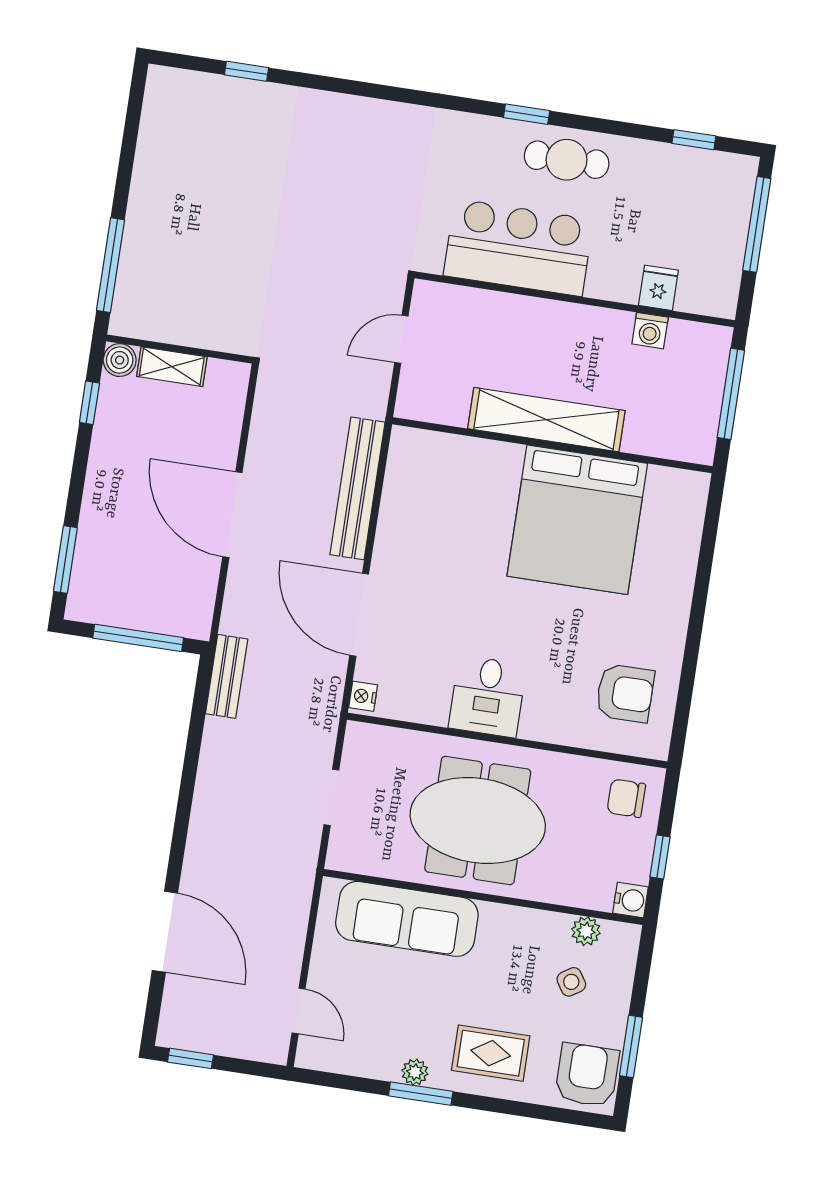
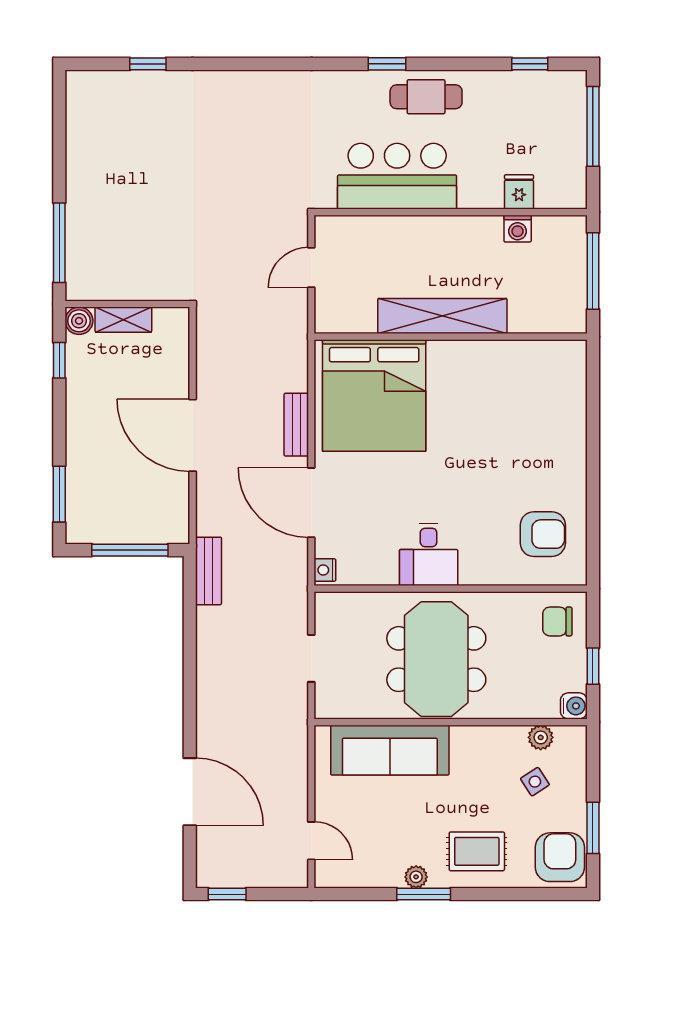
bench: (357, 488) -> (296, 425), width x0.54, depth x0.82
bed: (577, 520) -> (374, 396), moved
meeting table: (478, 820) -> (436, 659), turned 90

